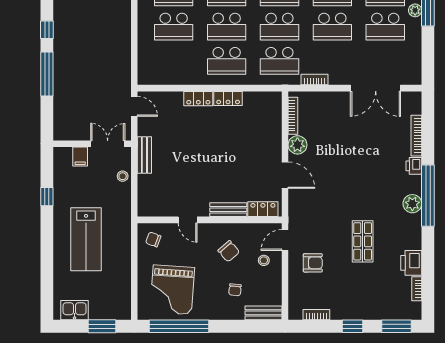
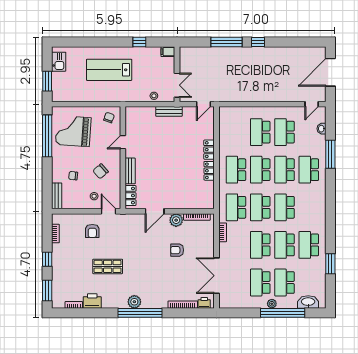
armchair: (340, 144) -> (177, 250), added
filing cabinet: (80, 156) -> (168, 52), moved
printer: (414, 166) -> (204, 303), moved

